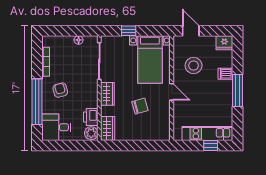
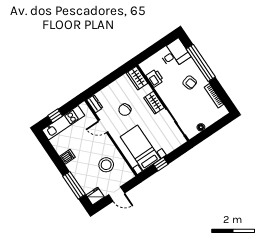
window: (129, 31) -> (161, 164), moved
door: (191, 31) -> (117, 194), moved
dishwasher: (225, 74) -> (67, 157), moved
window: (238, 91) -> (74, 185), moved
door: (172, 92) -> (103, 126), moved
dresser: (165, 131) -> (95, 104), added
plant: (91, 133) -> (147, 67), removed

